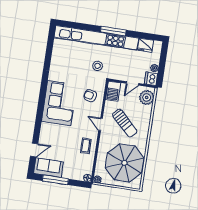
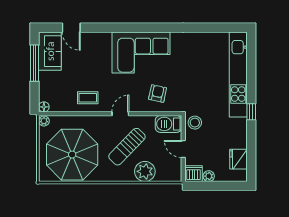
window: (113, 31) -> (251, 112), width x0.46
kitchen unit: (96, 38) -> (238, 74), width x0.73
stool: (98, 66) -> (195, 123), moved
plant: (147, 97) -> (145, 171), moved

